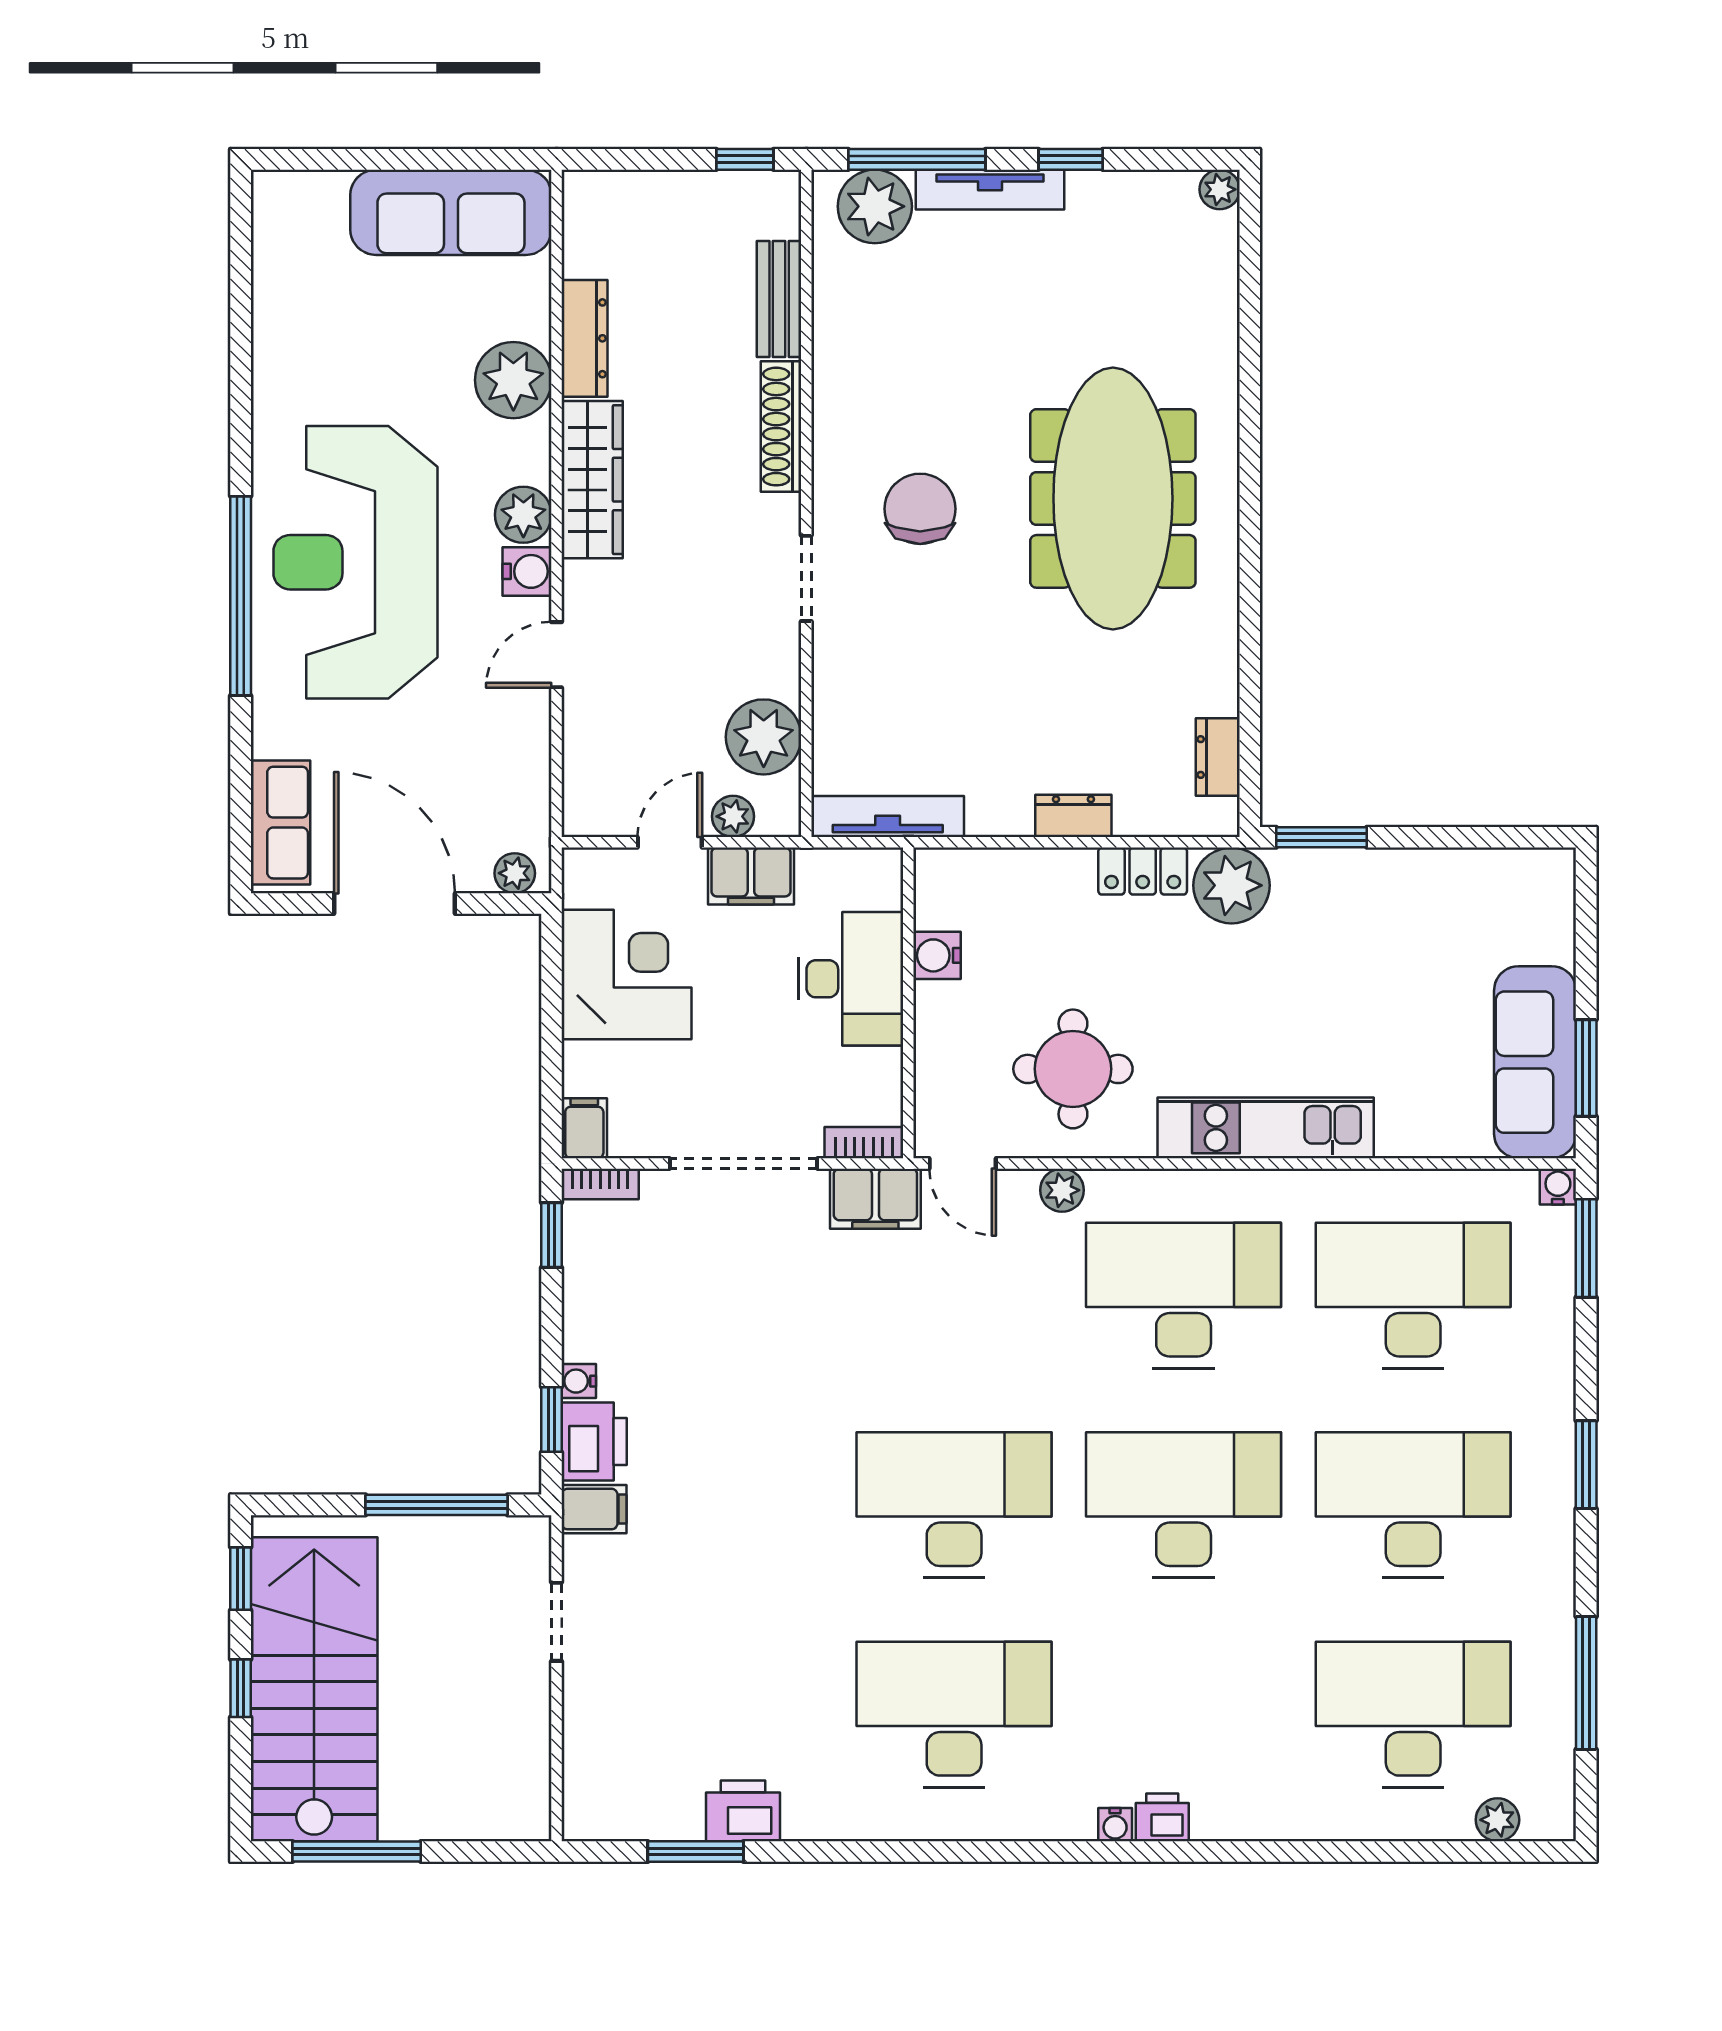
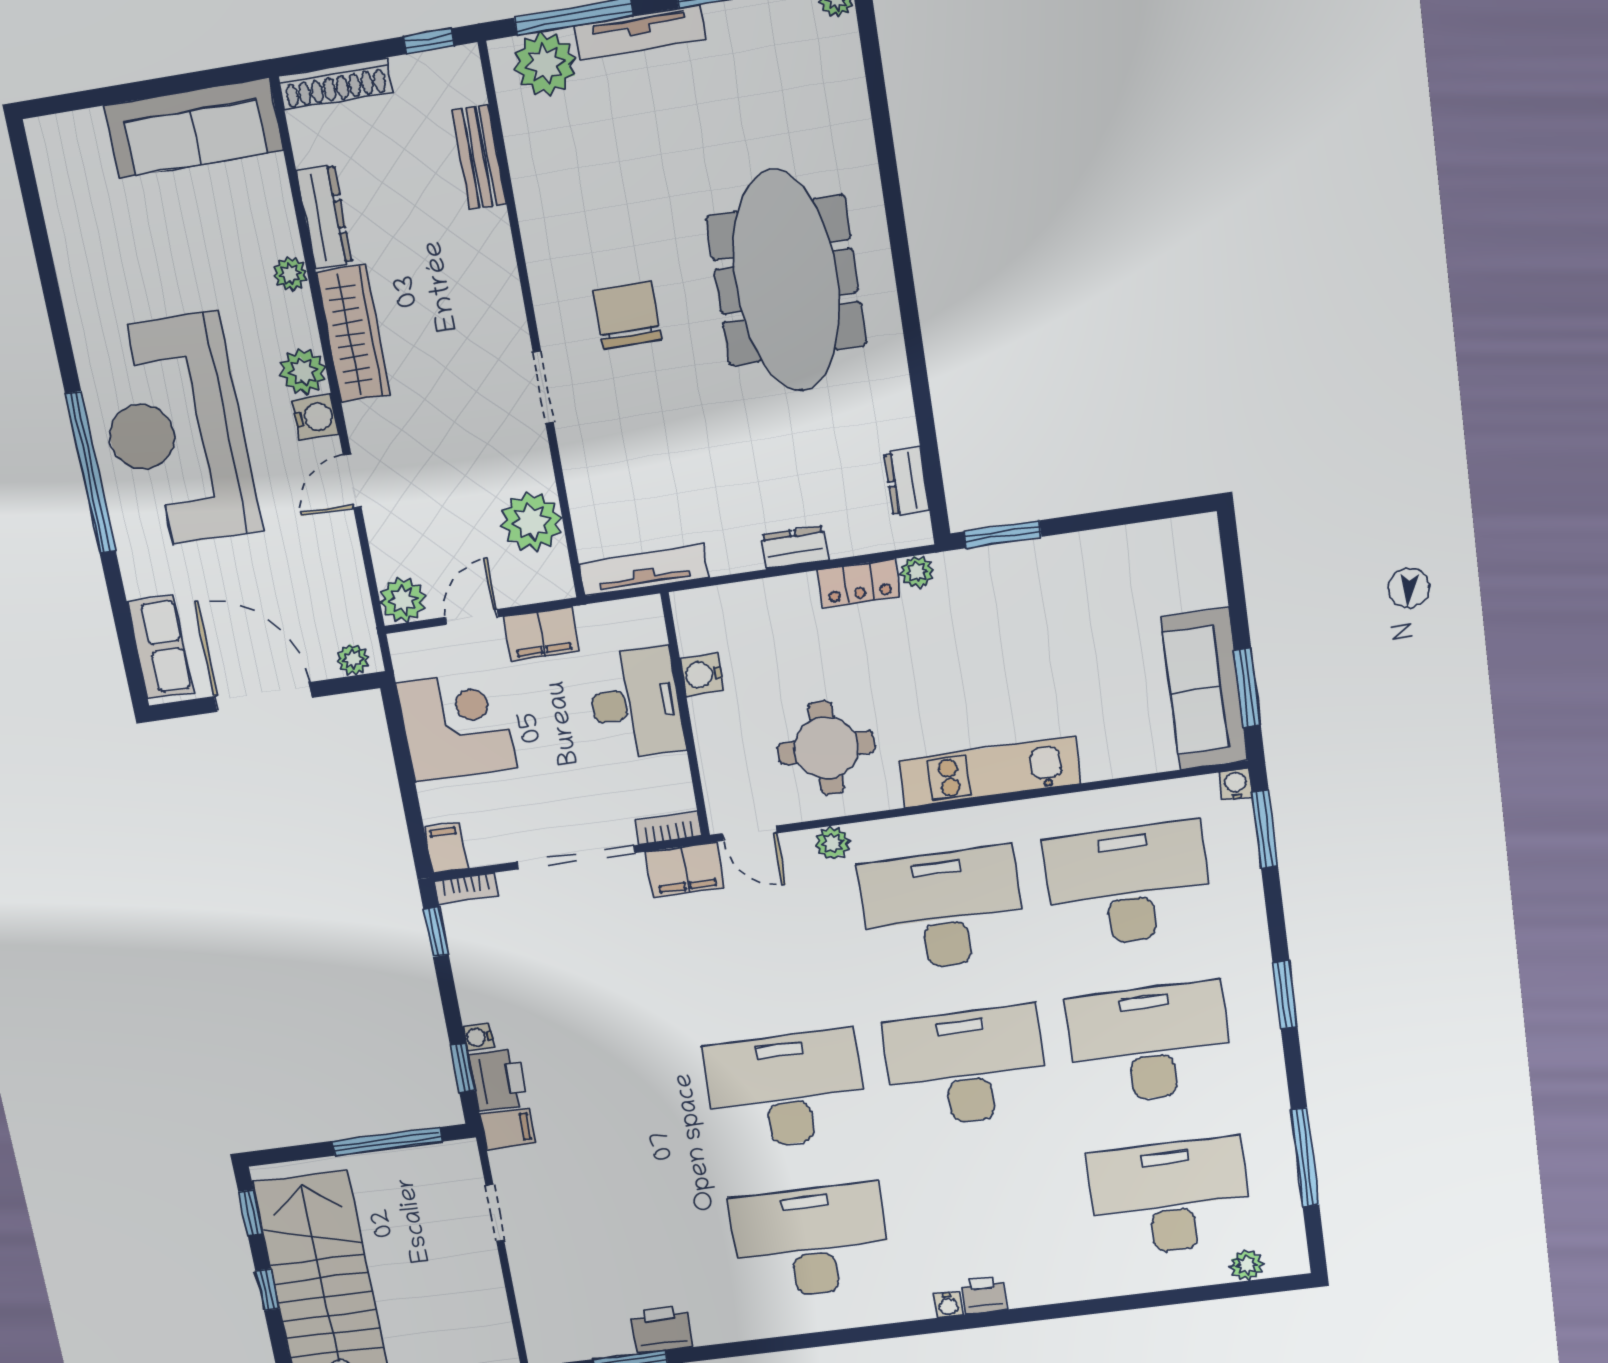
plant: (513, 380) -> (290, 274), width x0.53, depth x0.53
shoe rack: (781, 427) -> (335, 84), moved, turned -90
plant: (733, 816) -> (403, 600), moved, width x1.38, depth x1.38
plant: (1232, 885) -> (917, 572), width x0.53, depth x0.53

